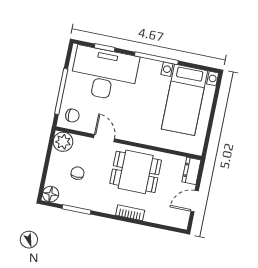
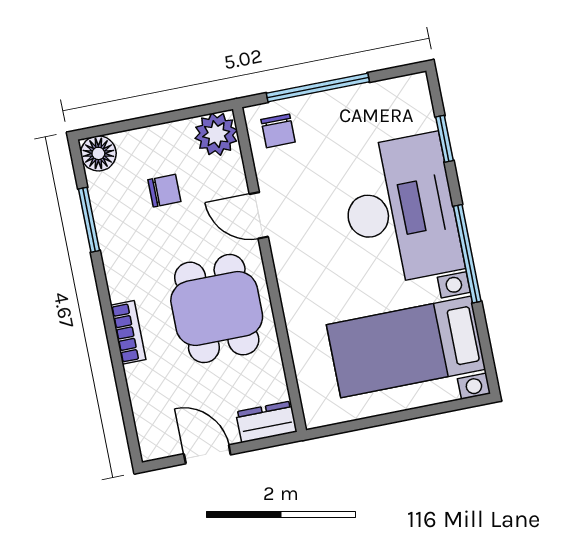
desk: (104, 74) -> (400, 210), moved
door: (104, 138) -> (259, 215), swing flipped

